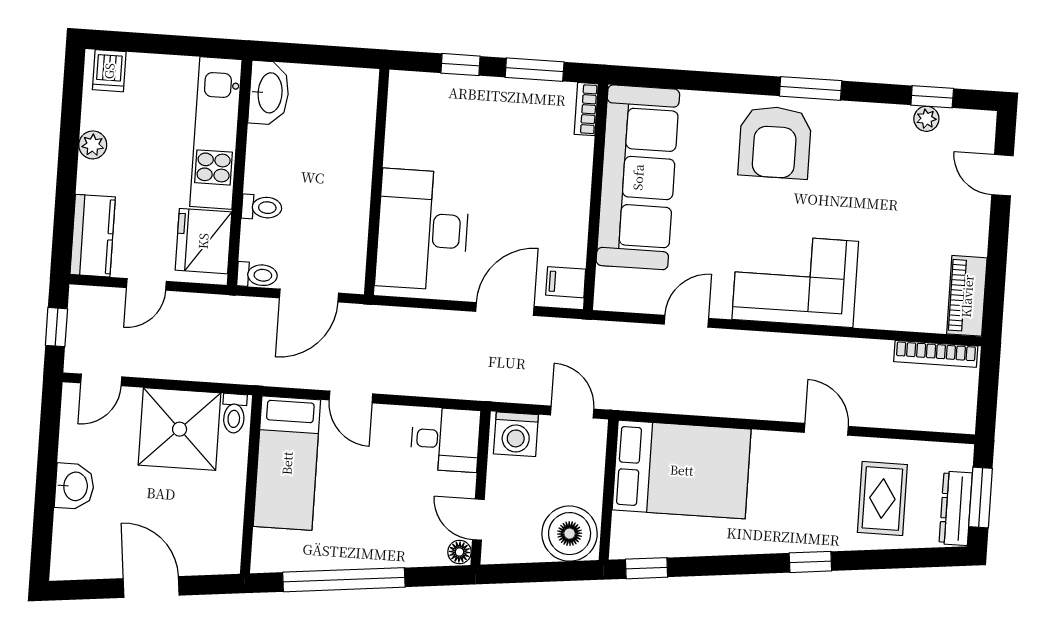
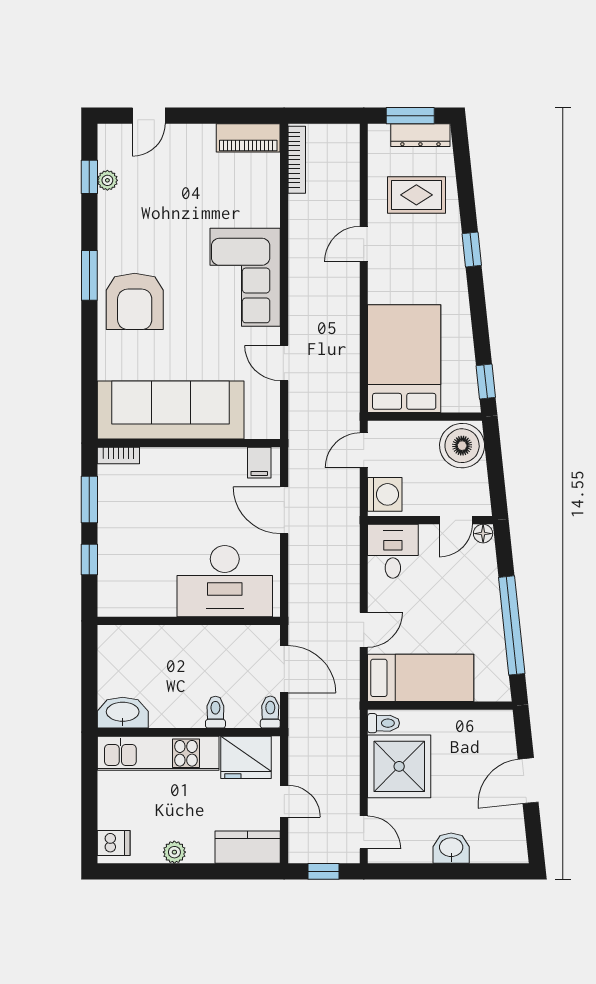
armchair: (775, 142) -> (135, 301), turned 90

